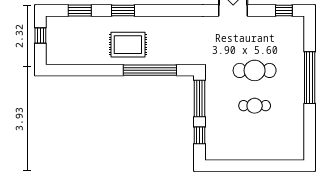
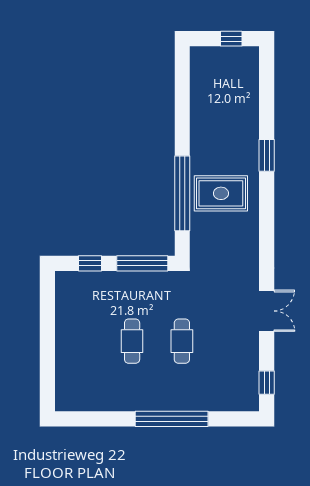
window: (80, 10) -> (267, 94), removed
rug: (128, 45) -> (221, 193), moved, turned 90
cafe table: (255, 70) -> (182, 341), width x0.73, depth x0.74

